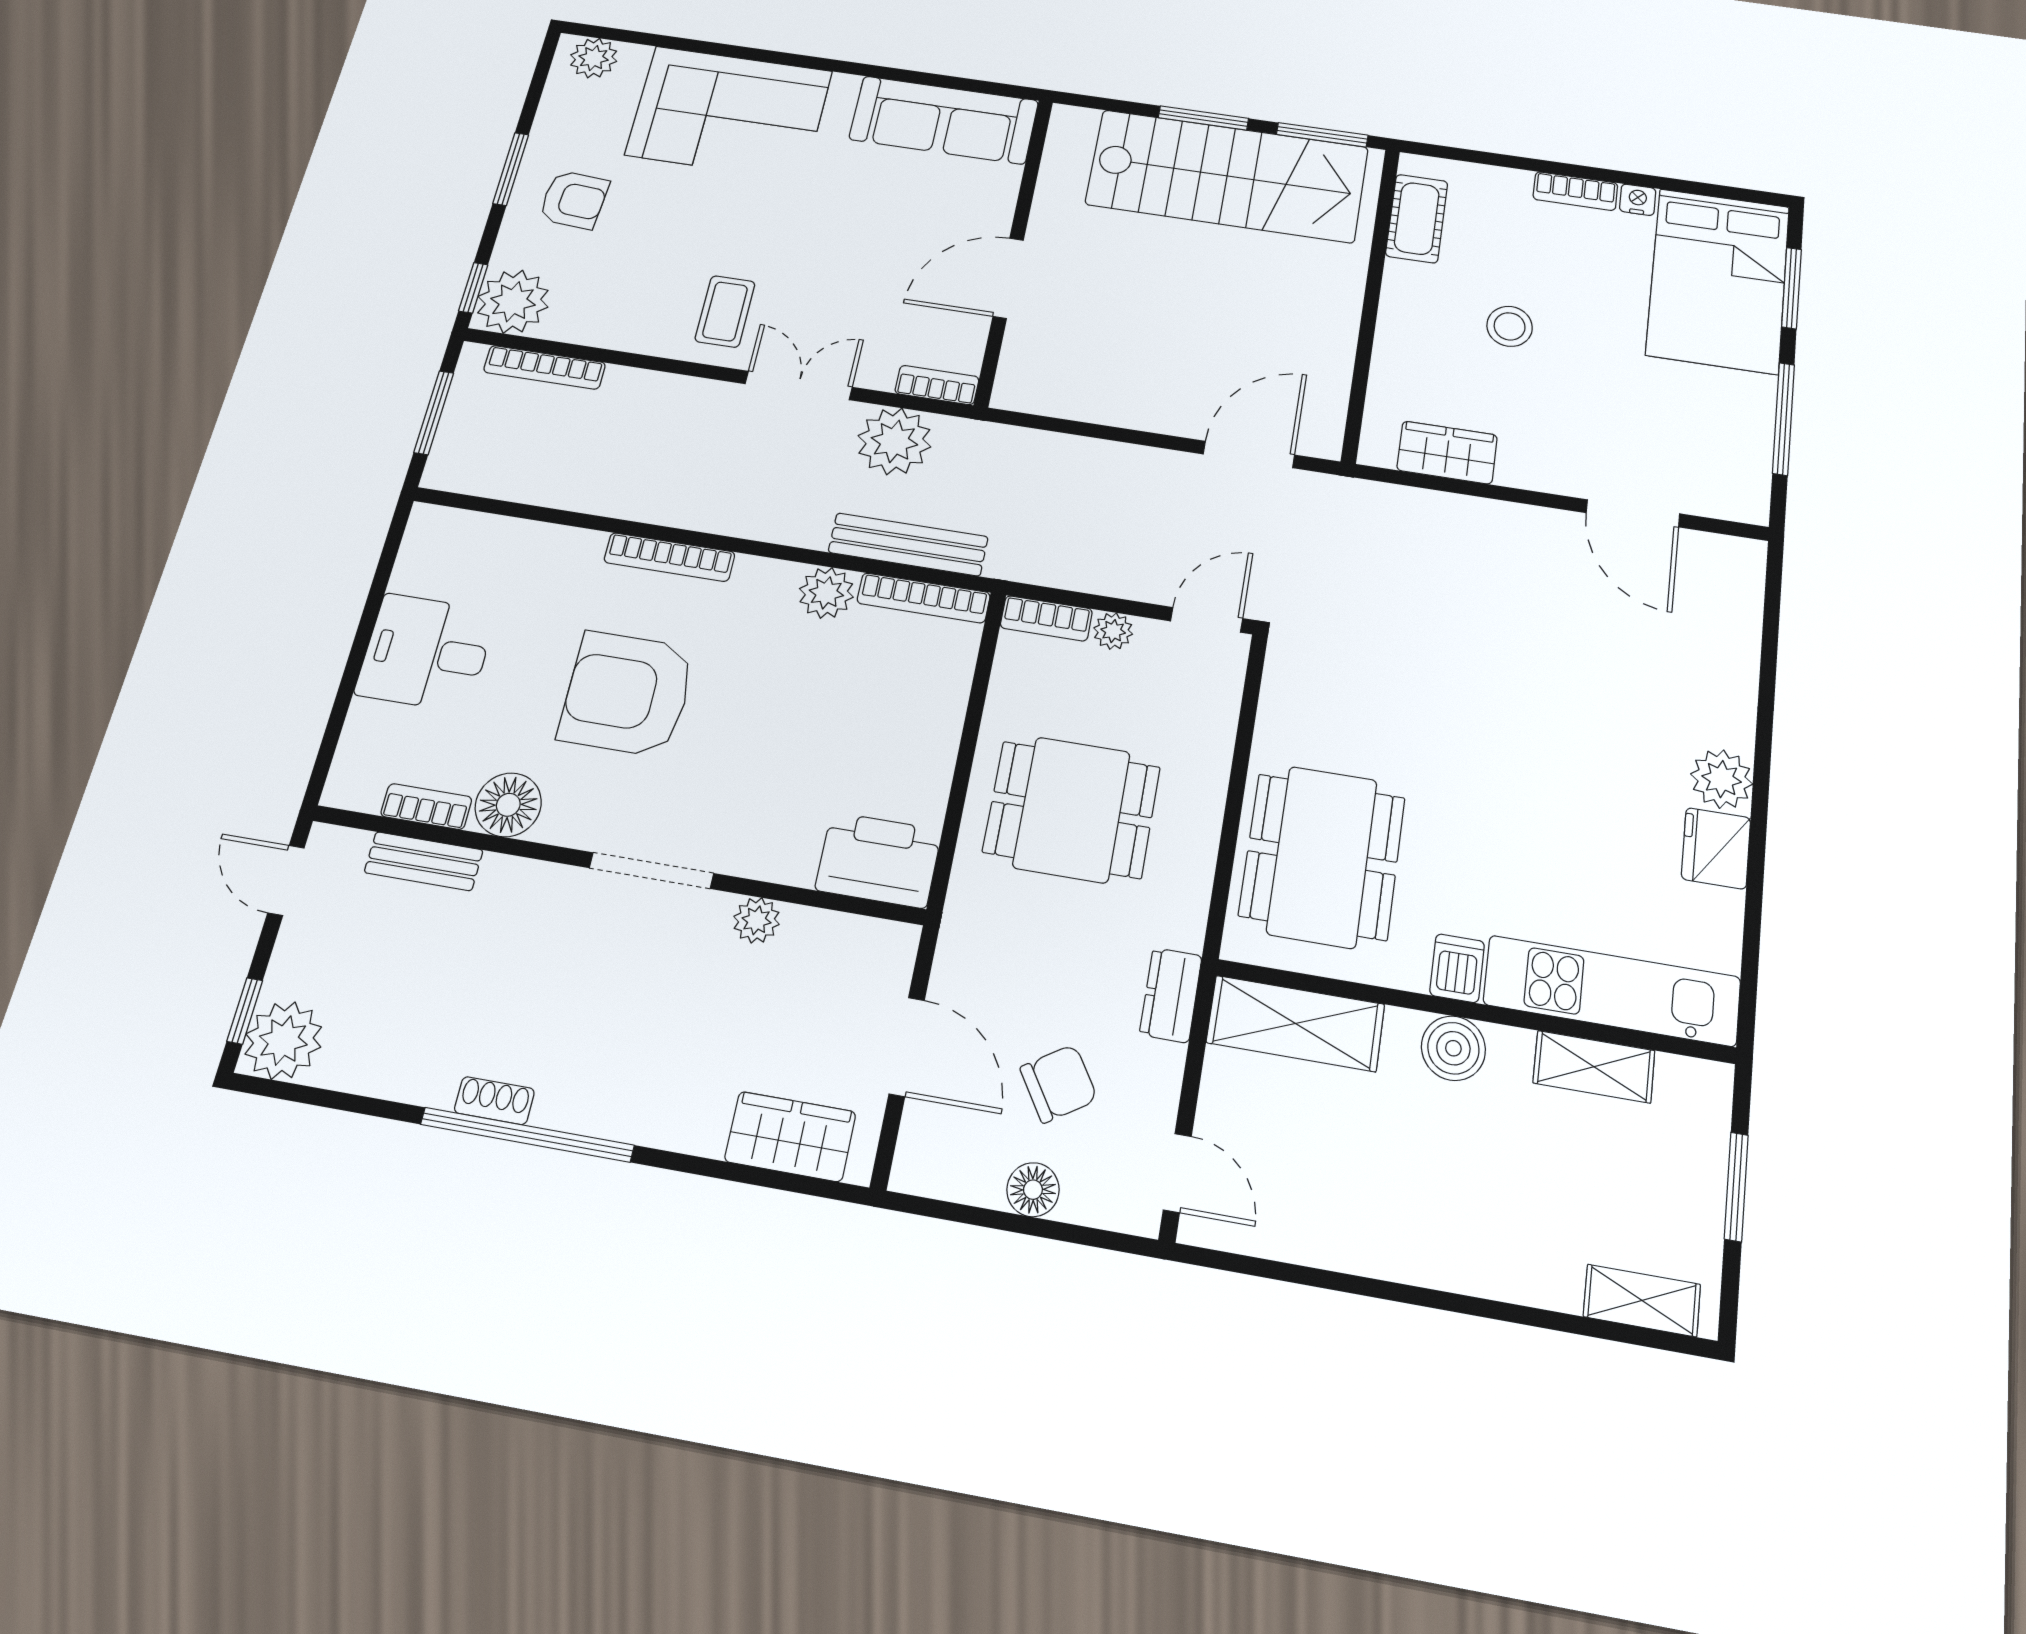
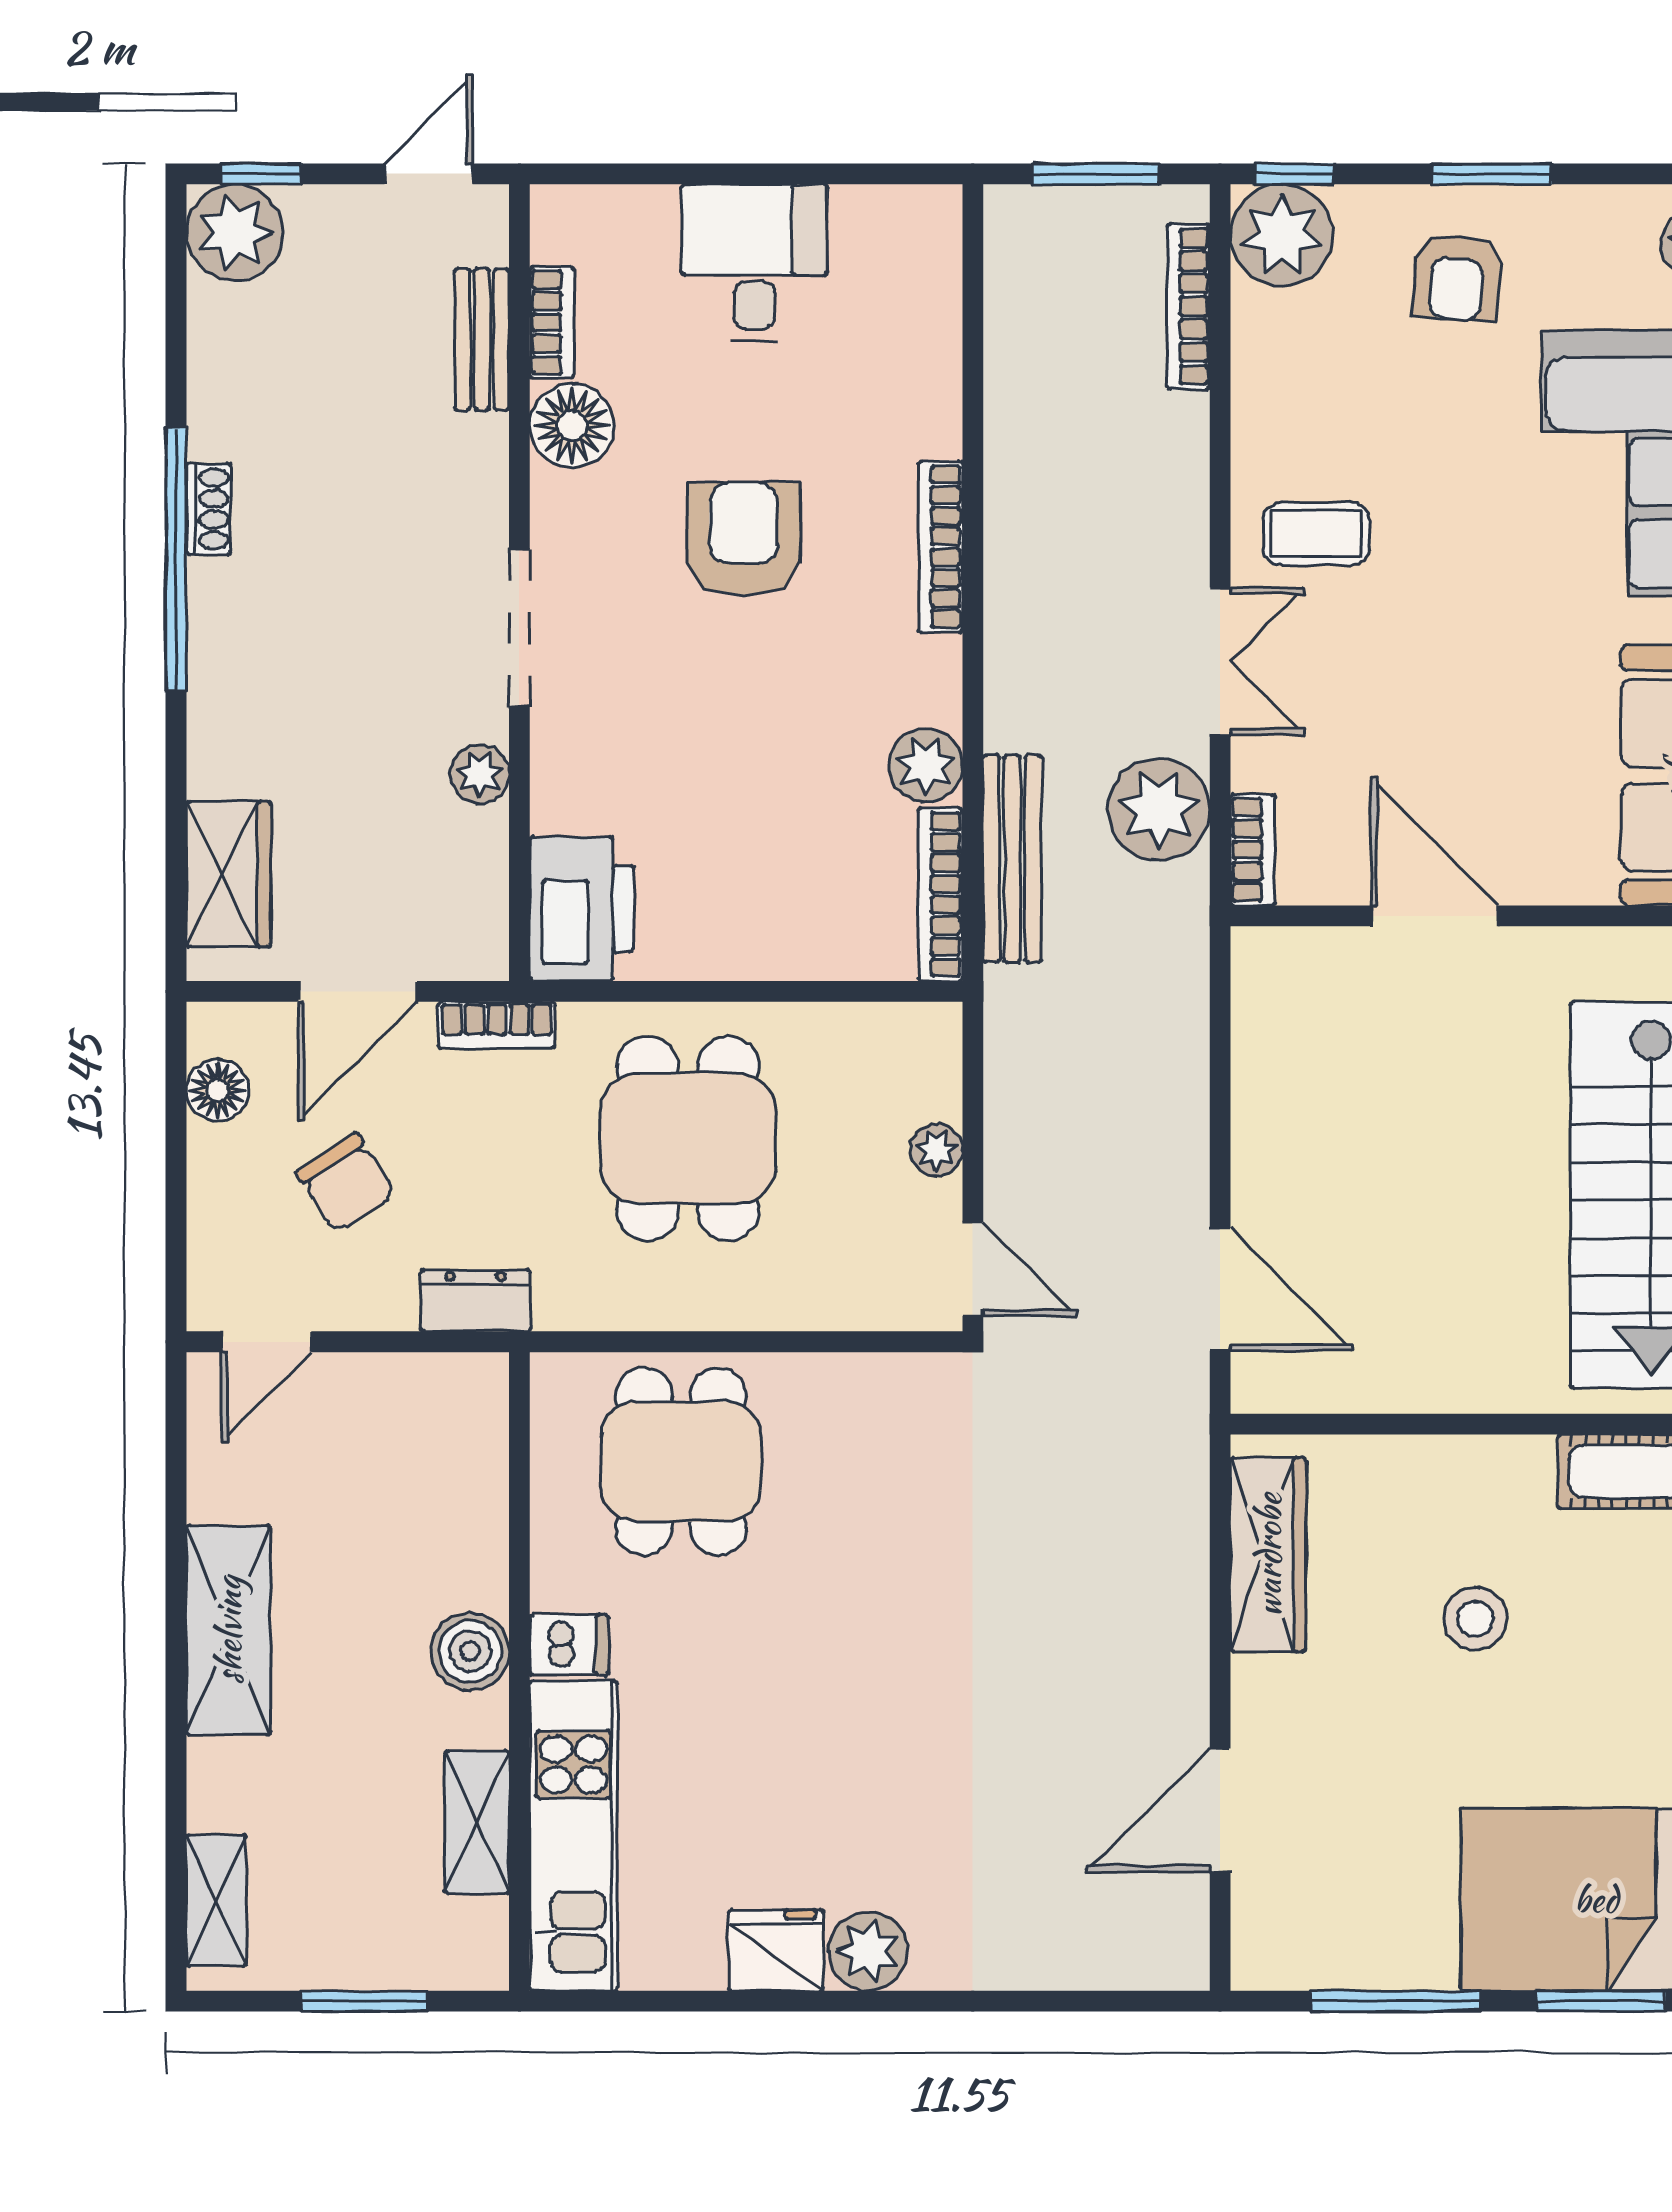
wardrobe: (1447, 453) -> (1268, 1555), width x1.50
bookcase: (1046, 618) -> (497, 1025), moved, turned -90
armchair: (627, 694) -> (744, 539), width x0.73, depth x0.73
dining table: (1322, 856) -> (681, 1461), width x0.73
shelving: (1295, 1023) -> (228, 1630), moved
floor lamp: (1033, 1190) -> (218, 1090), moved

